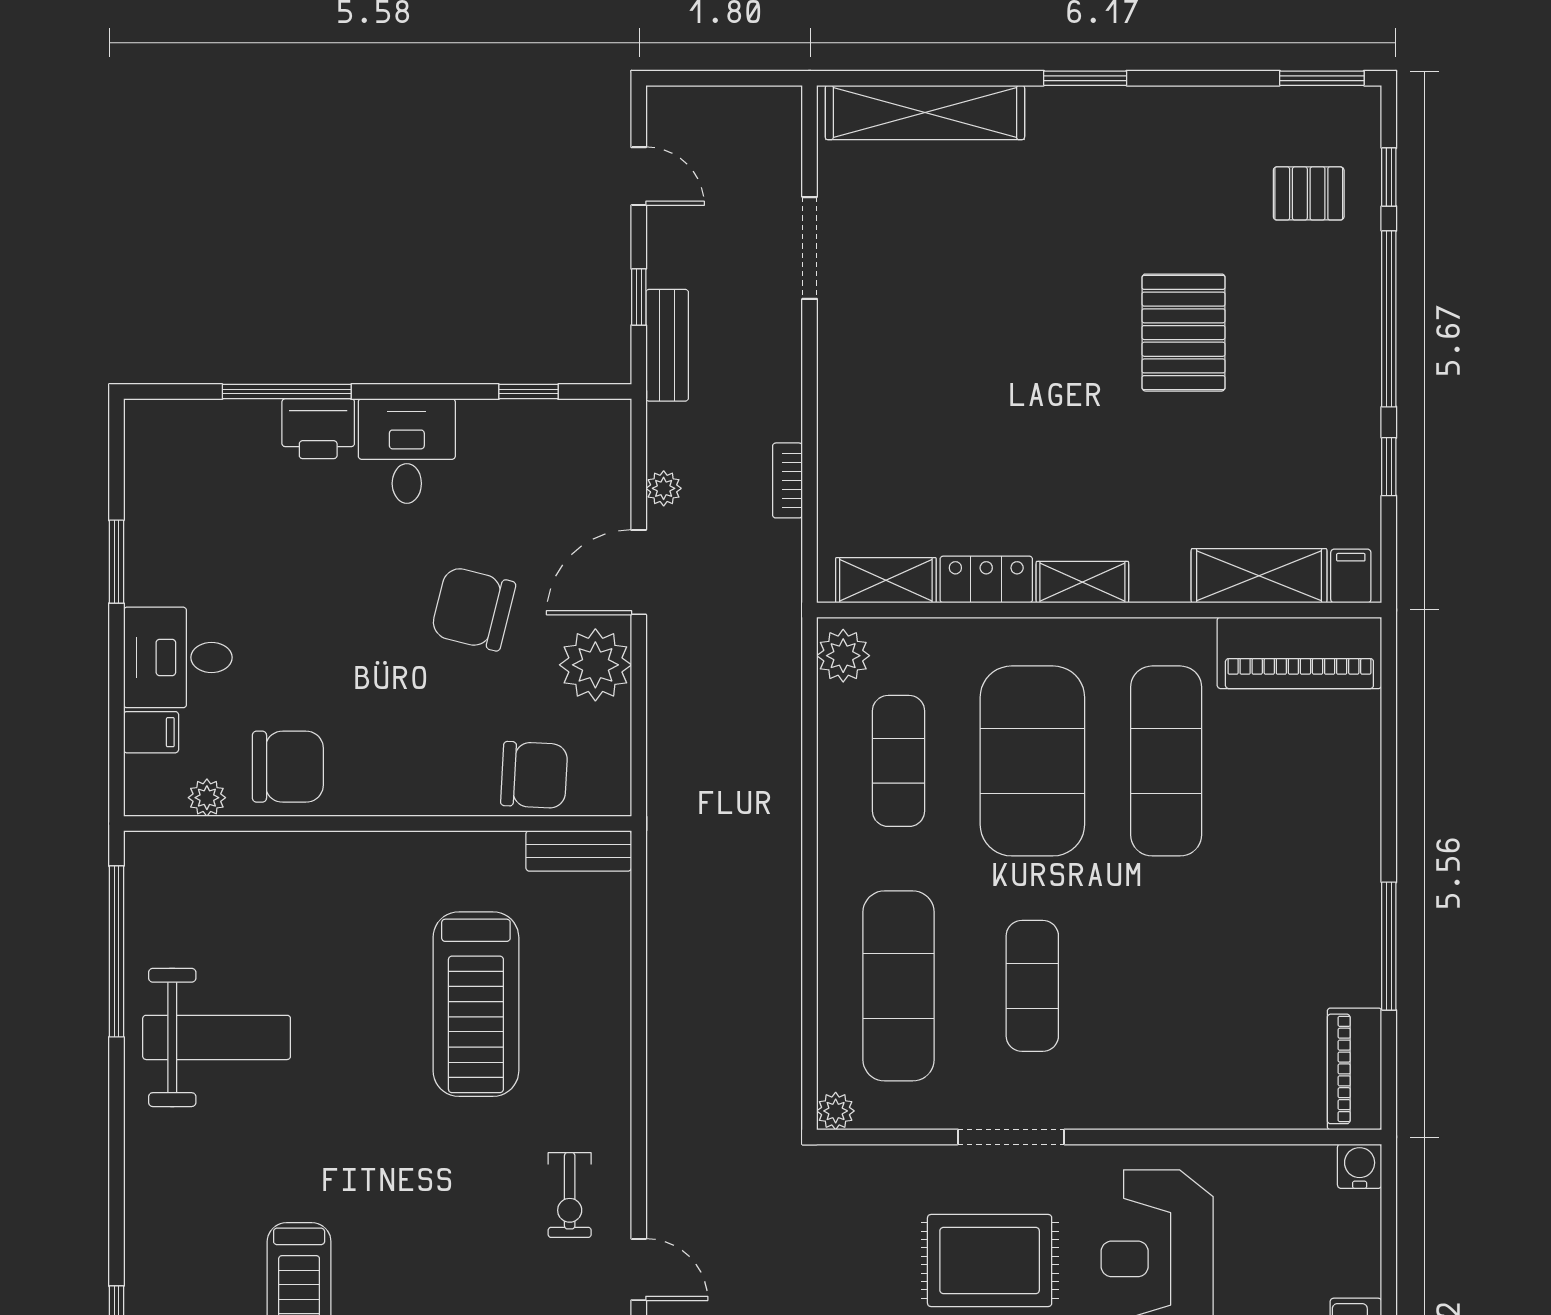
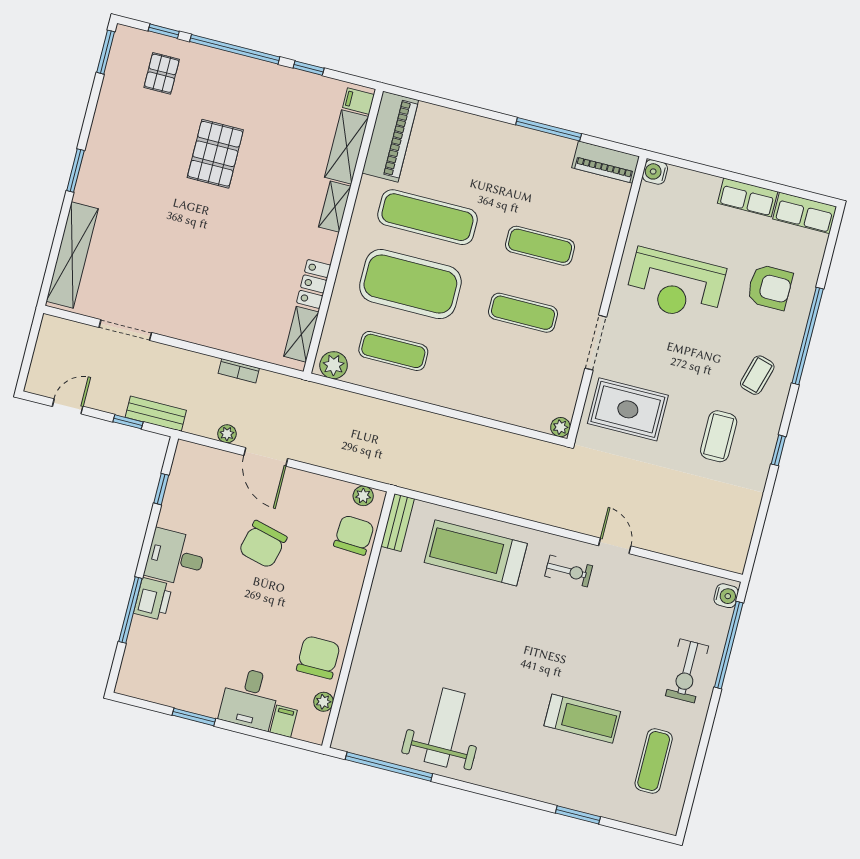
pallet: (1184, 333) -> (215, 154), turned 90
shelving: (1082, 582) -> (335, 207), moved
plant: (595, 665) -> (363, 496), moved, width x0.53, depth x0.53
exercise mat: (899, 986) -> (540, 246), moved, width x0.73, depth x0.69
treadmill: (476, 1004) -> (476, 553), moved, turned 180
rug: (990, 1261) -> (628, 409), moved, turned 90
door: (639, 1270) -> (615, 546), hinge flipped

